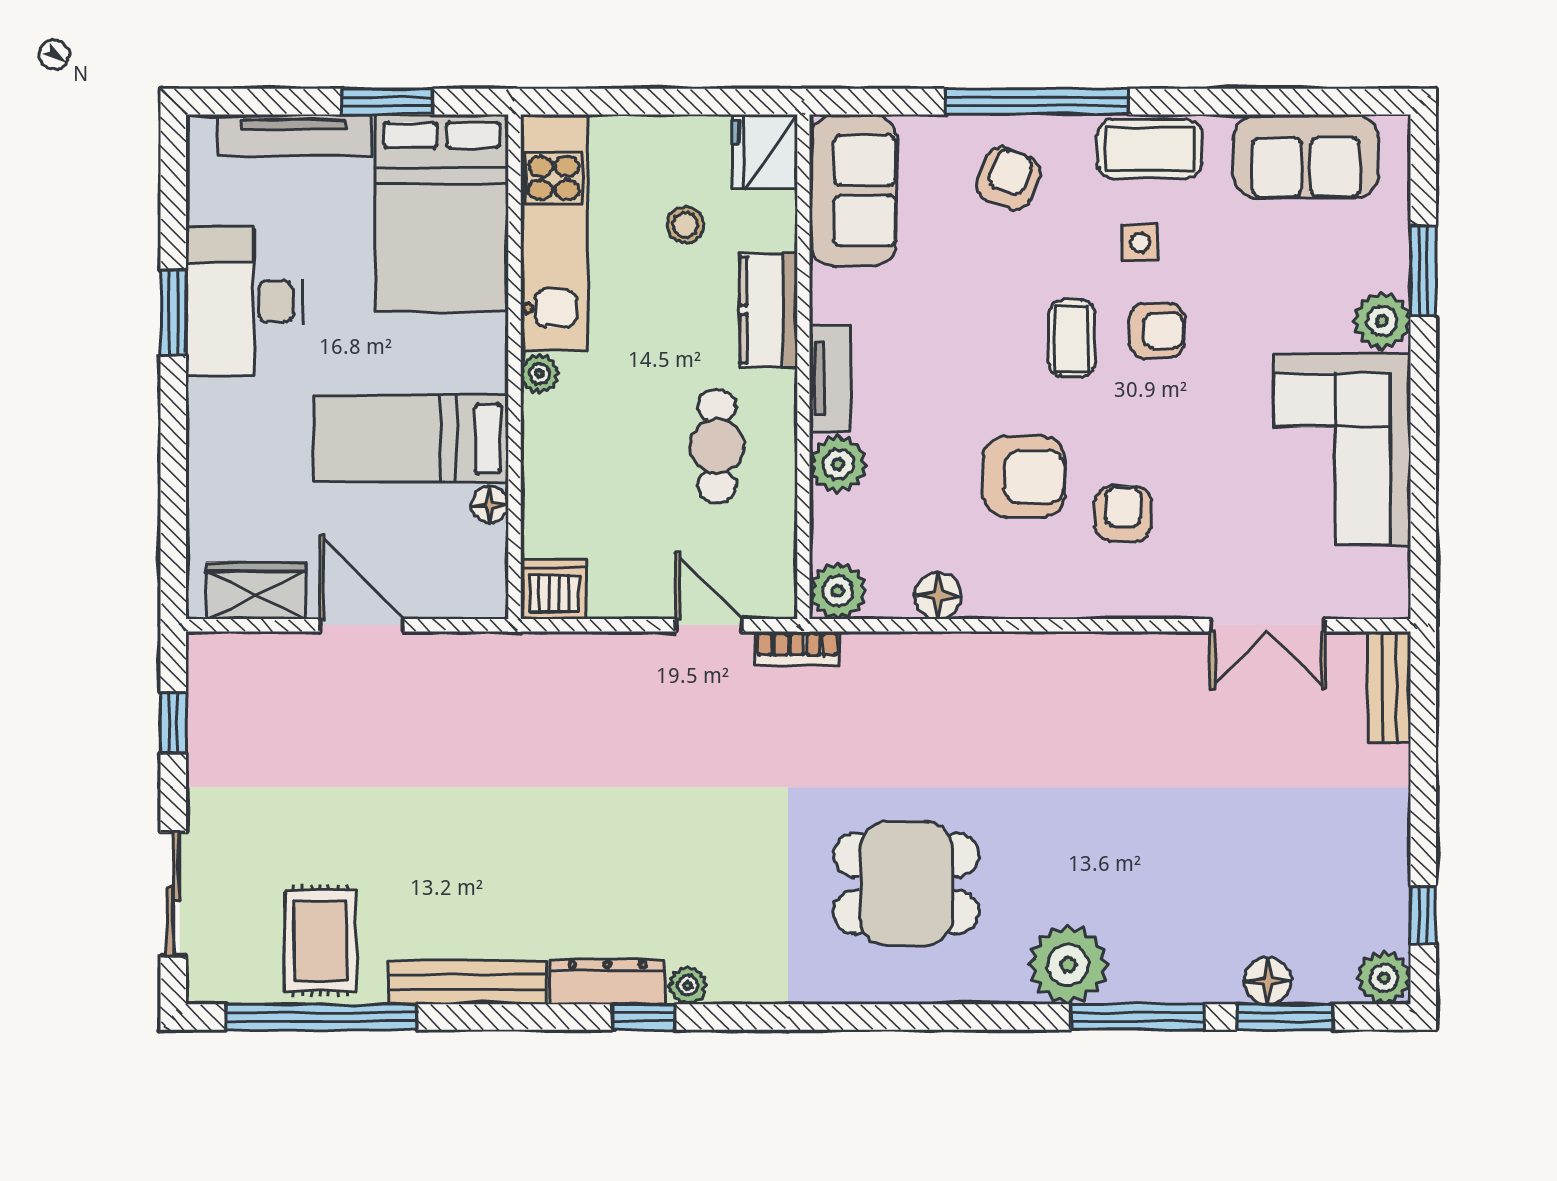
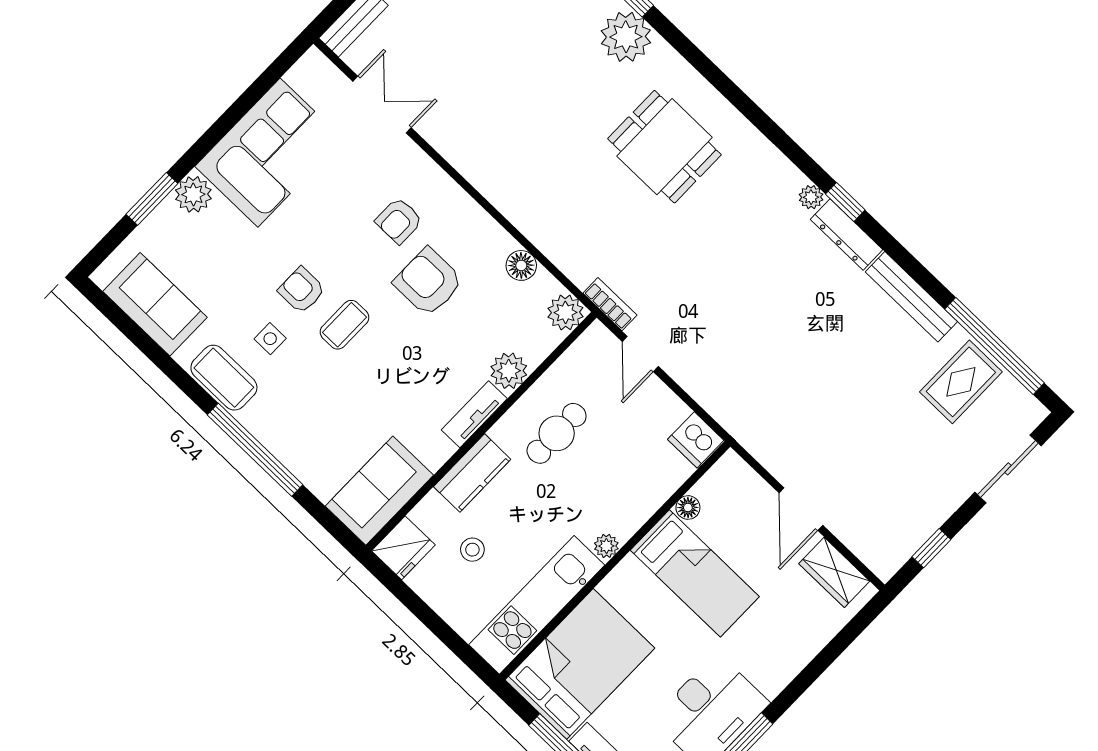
armchair: (1008, 179) -> (303, 427), removed

